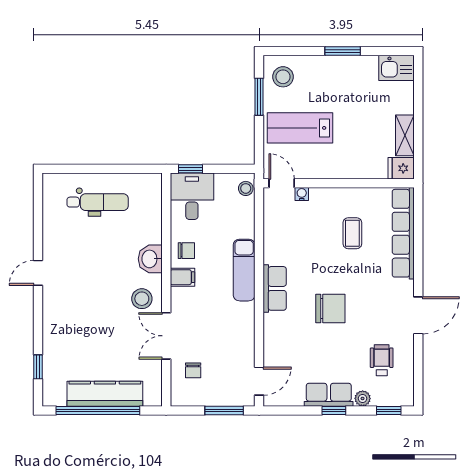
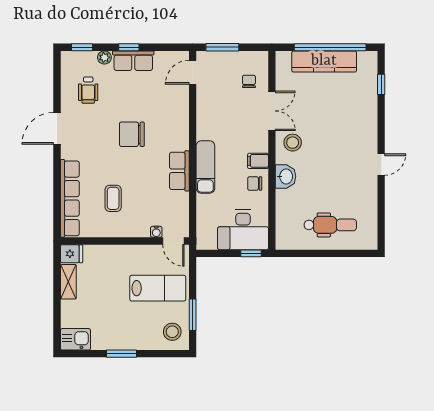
stool: (246, 188) -> (204, 237), removed
desk: (192, 196) -> (243, 230), width x1.37
dental chair: (98, 202) -> (330, 225), turned 180
row of seats: (275, 288) -> (179, 171), moved

